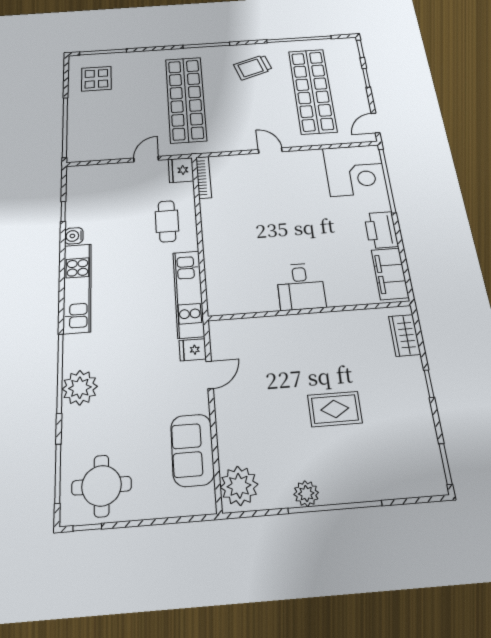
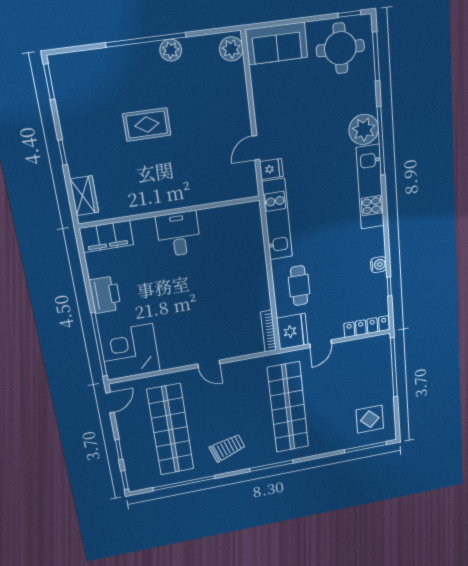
fridge: (181, 170) -> (292, 331), width x1.36, depth x1.34
locker: (93, 172) -> (367, 327), added
filing cabinet: (390, 274) -> (106, 236), moved, turned 90
kitchen unit: (77, 288) -> (370, 187), moved
sofa: (192, 450) -> (277, 43), moved, turned 90
plant: (239, 486) -> (231, 49), width x0.73, depth x0.73

